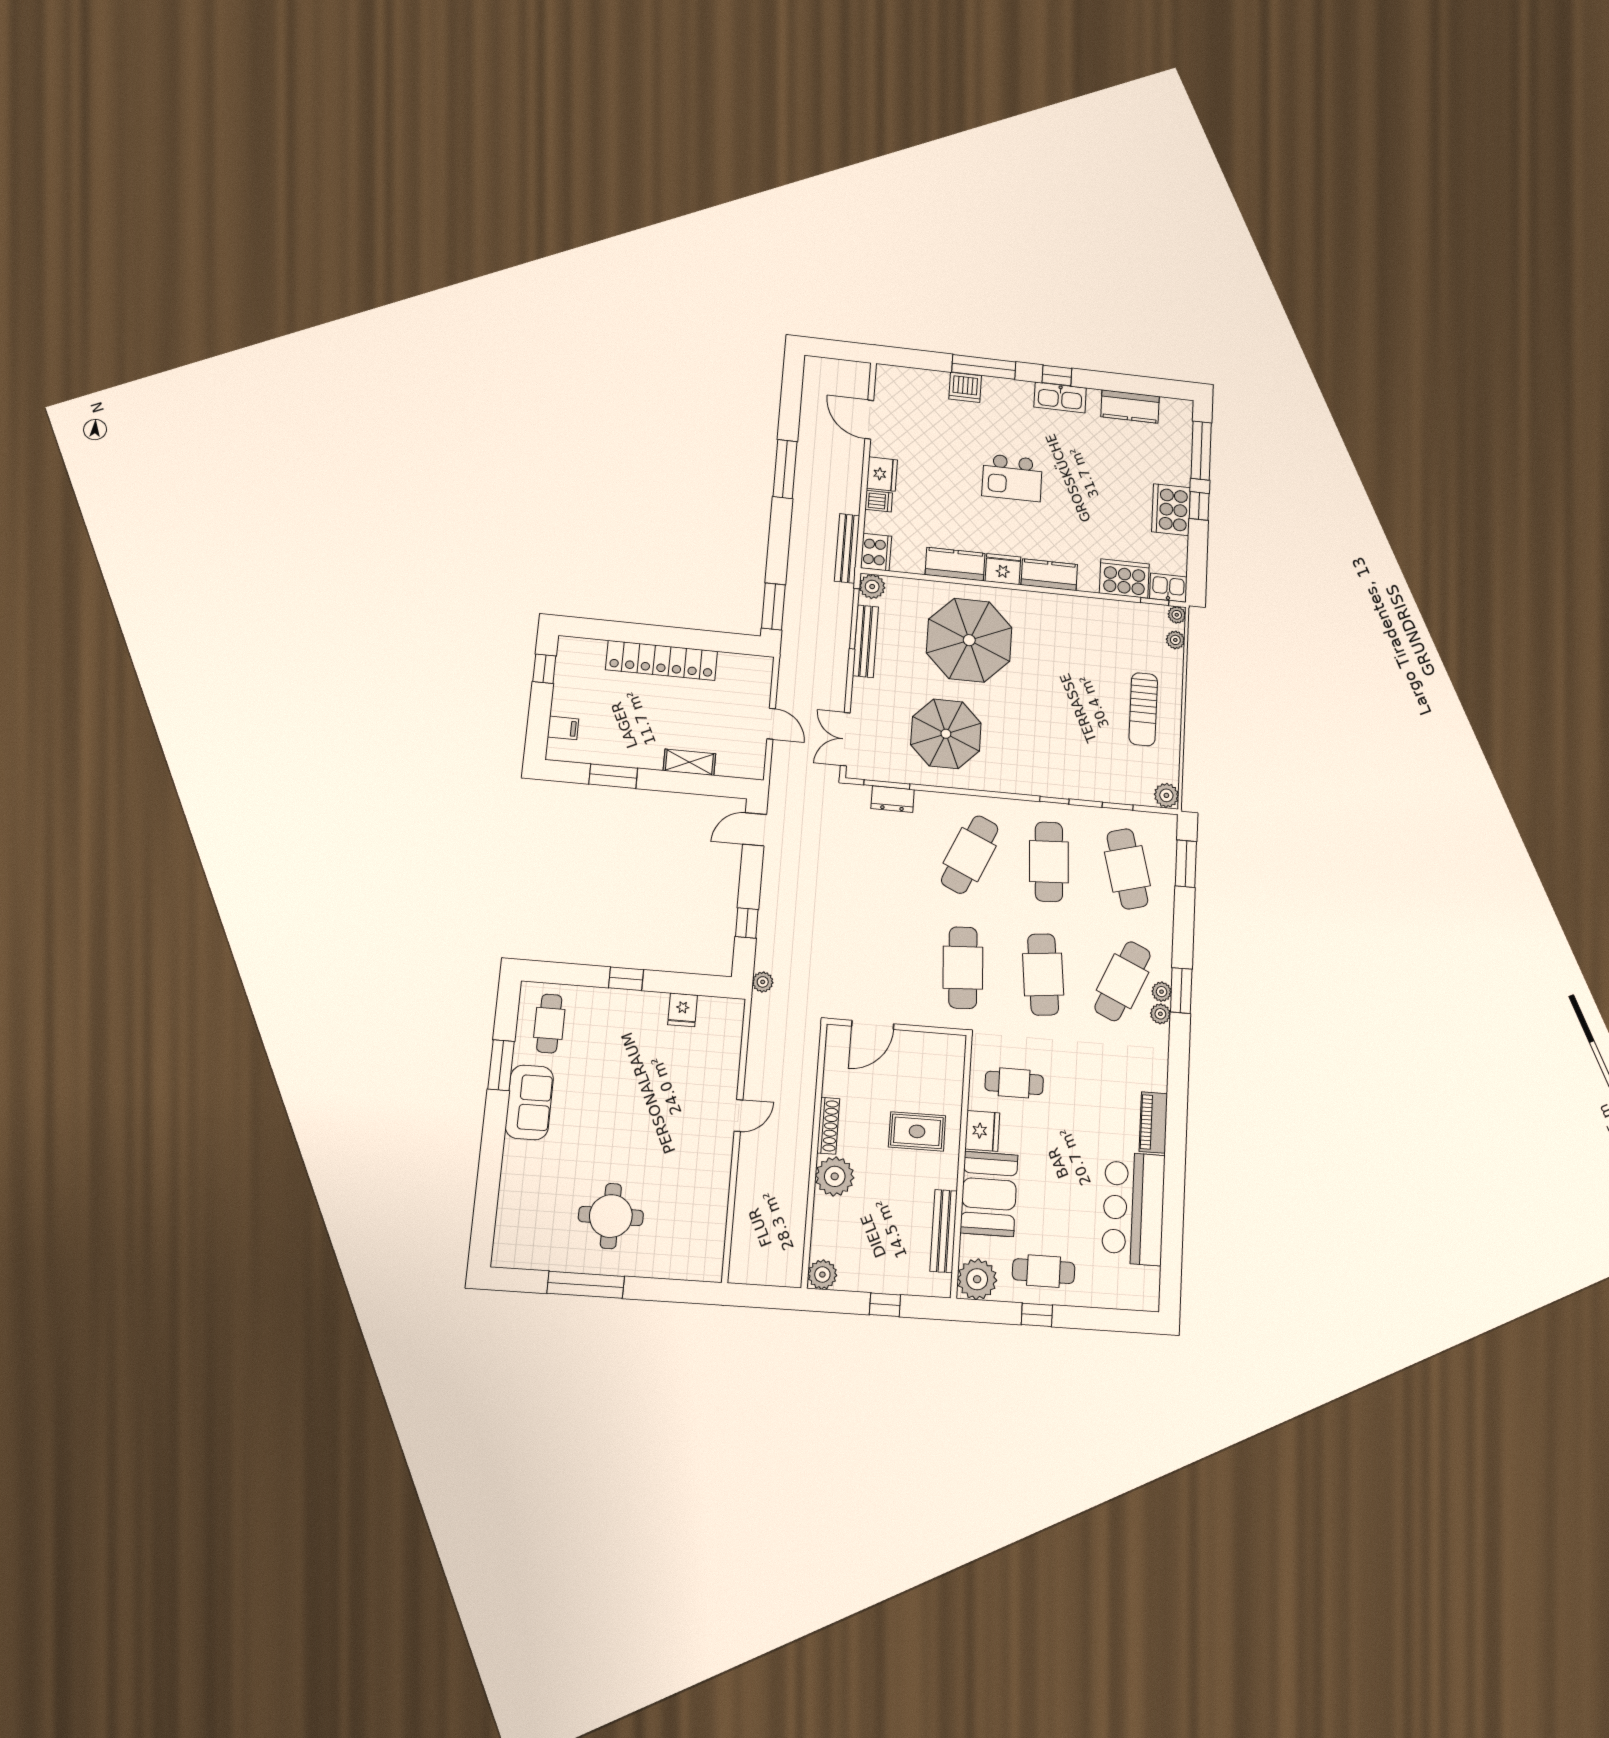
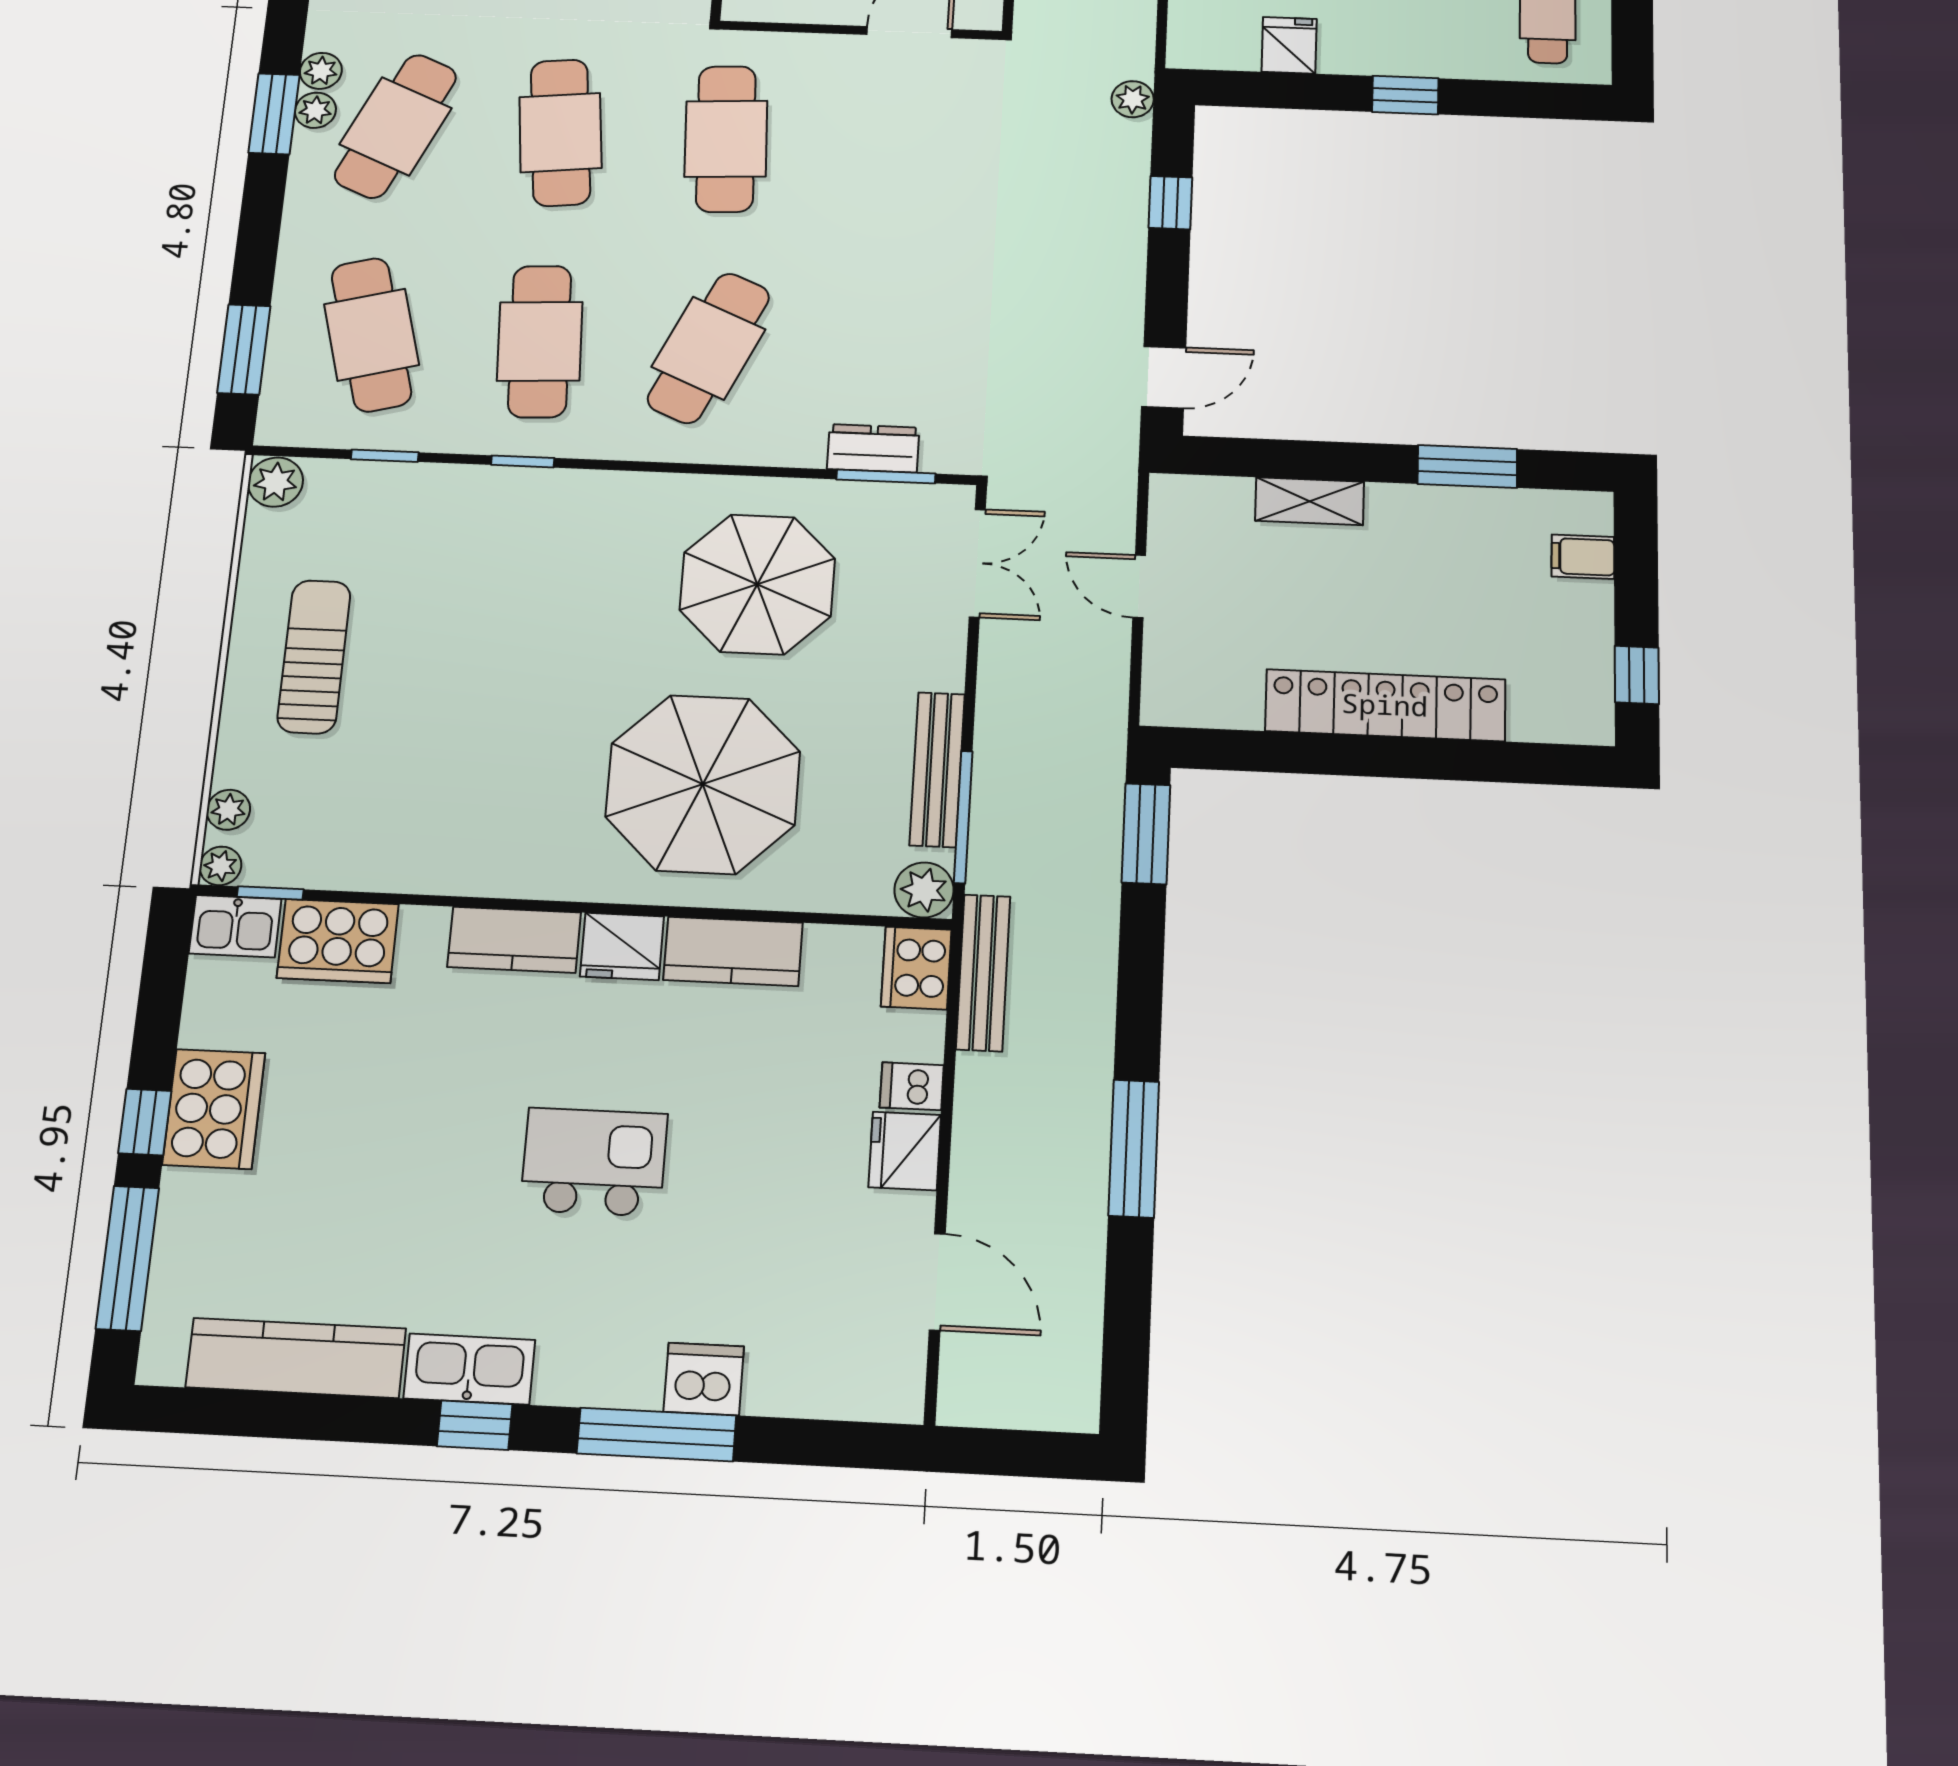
kitchen counter: (1130, 407) -> (296, 1358), width x1.50

